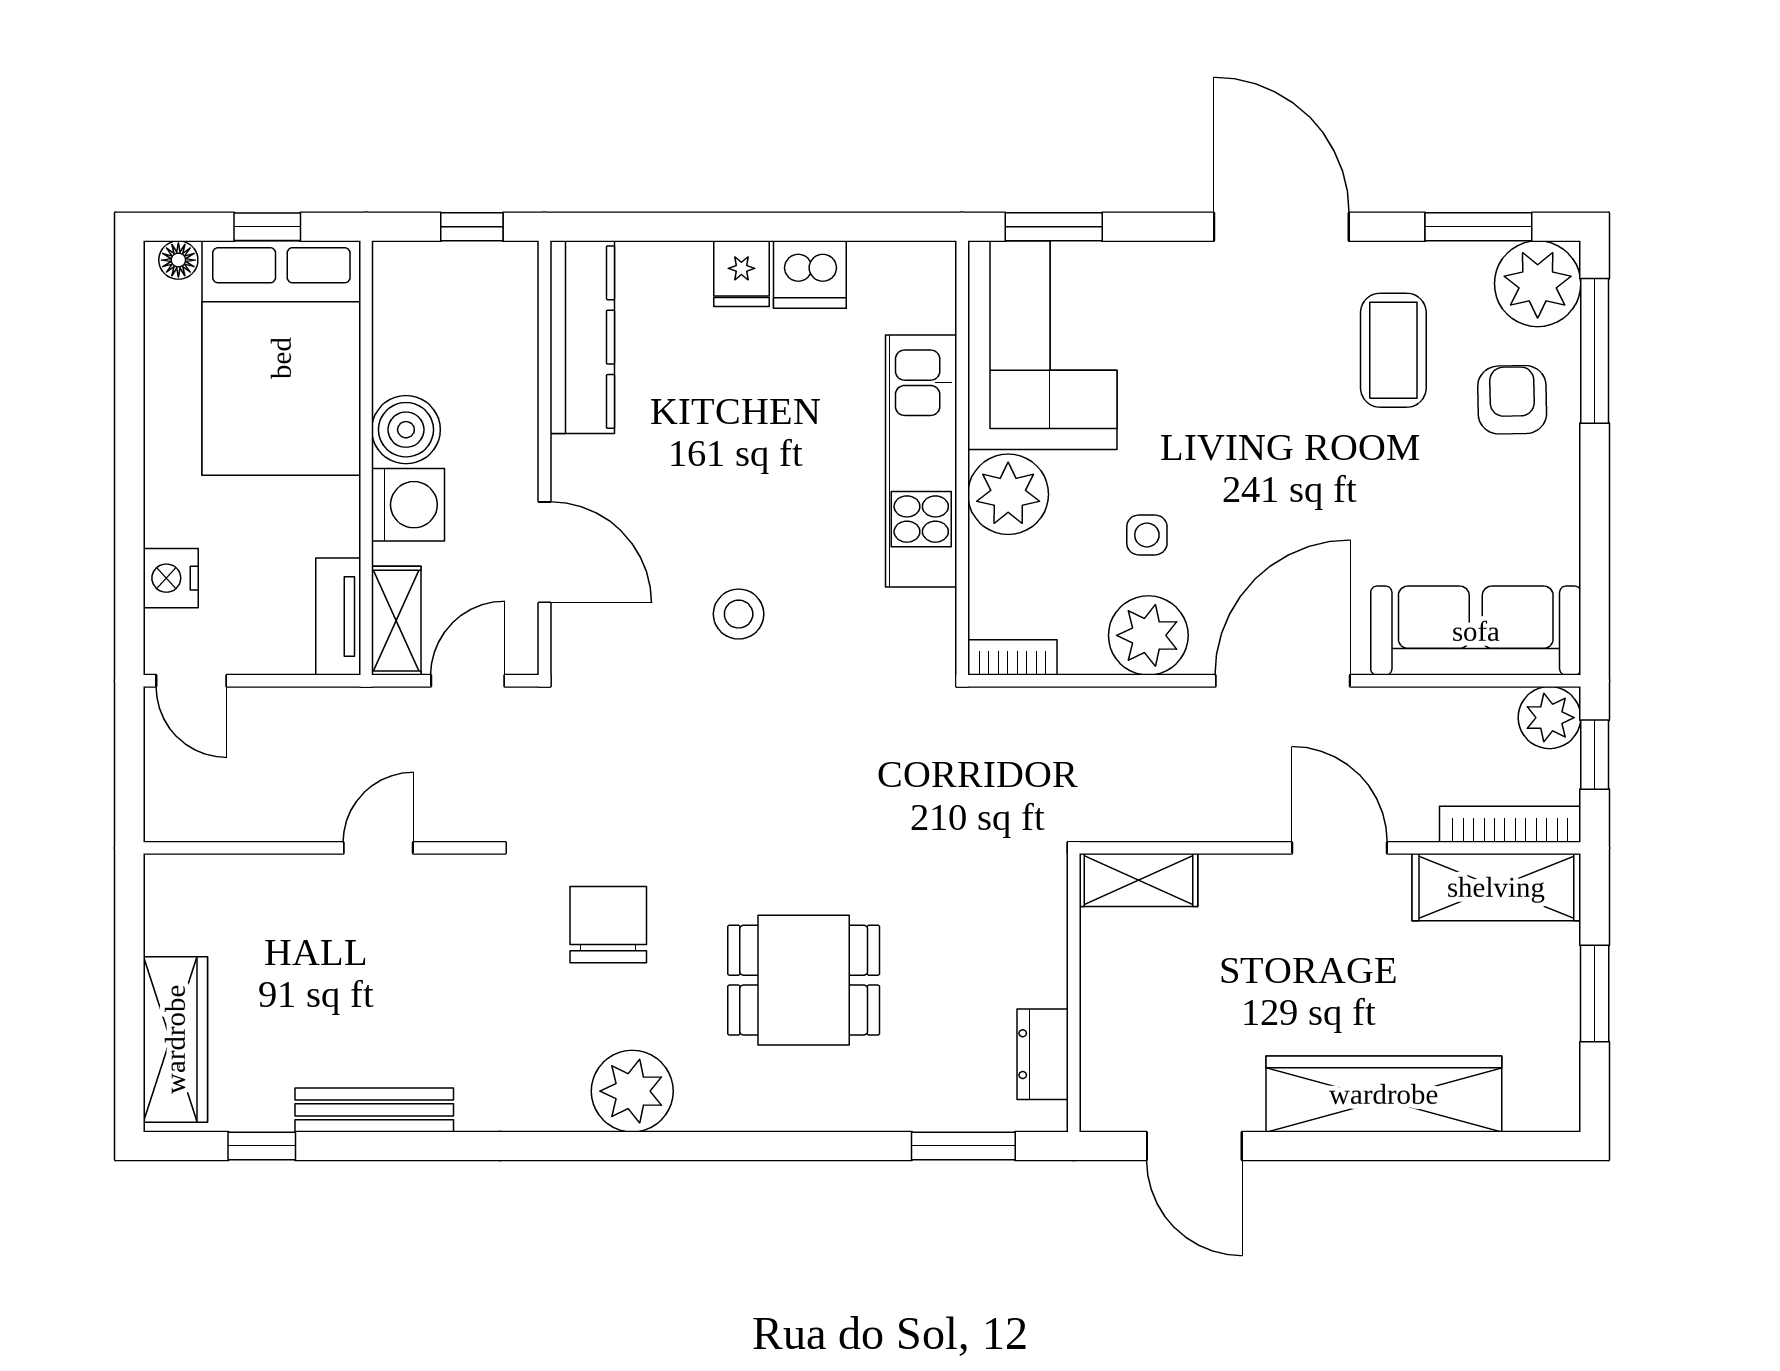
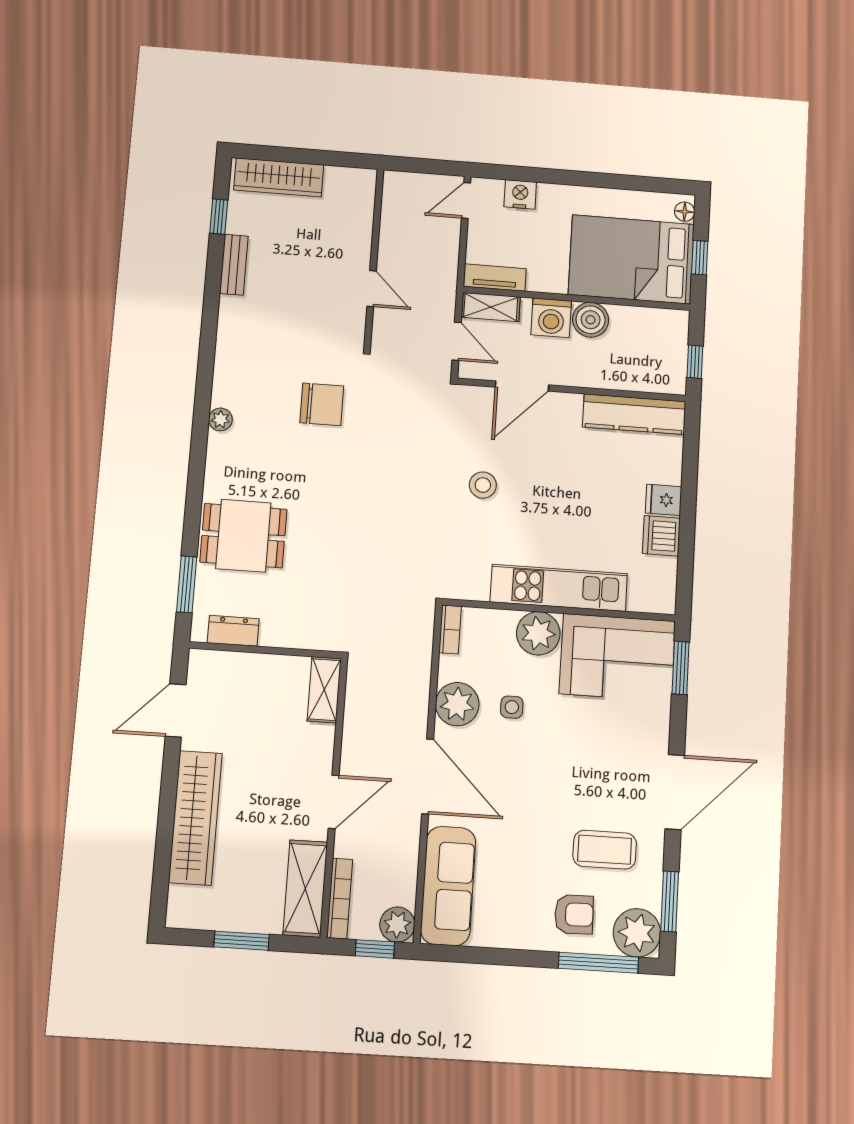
dining table: (804, 980) -> (243, 536), moved, turned 90
plant: (632, 1091) -> (220, 419), width x0.53, depth x0.53
bench: (374, 1110) -> (234, 265), width x0.73

